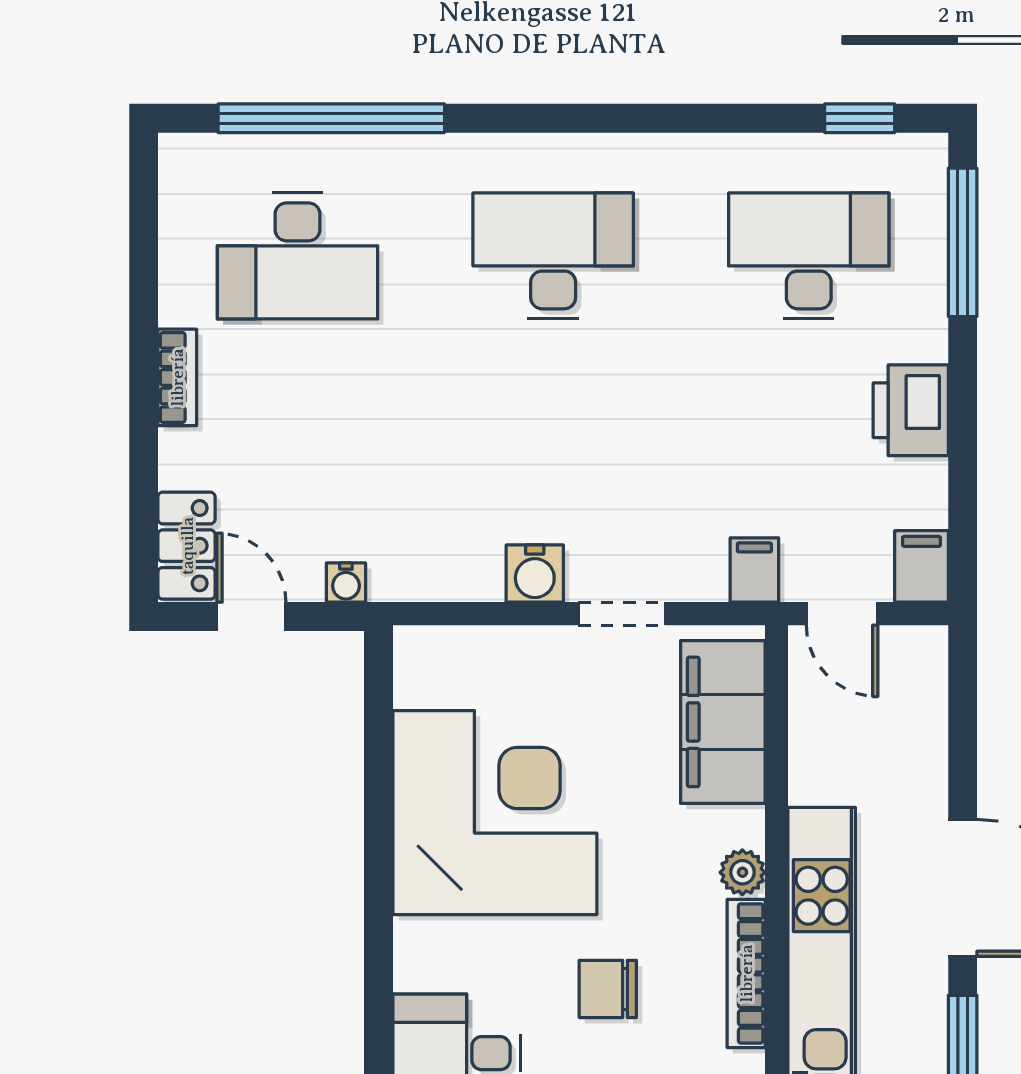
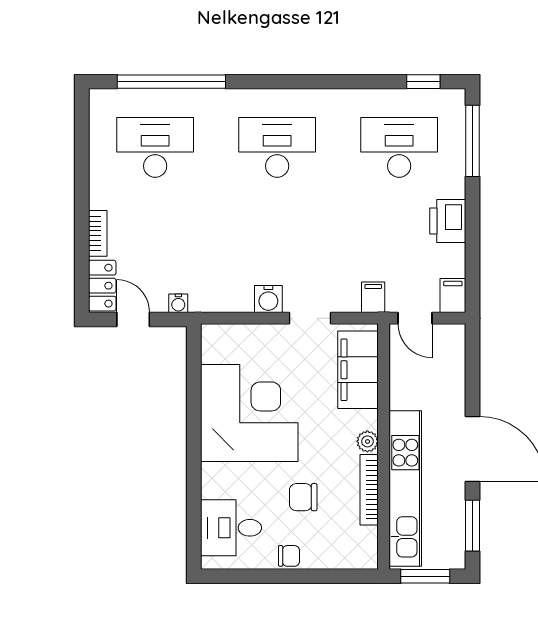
desk: (298, 256) -> (155, 147), turned 180
bookcase: (177, 377) -> (98, 233), moved

